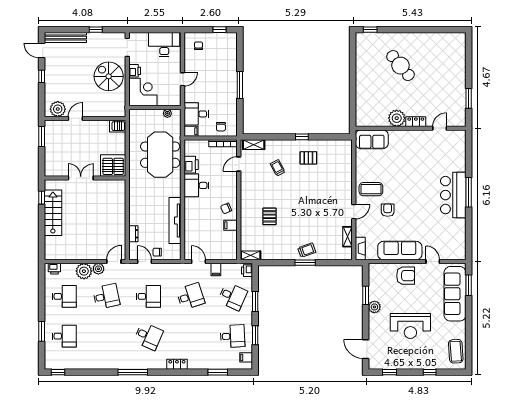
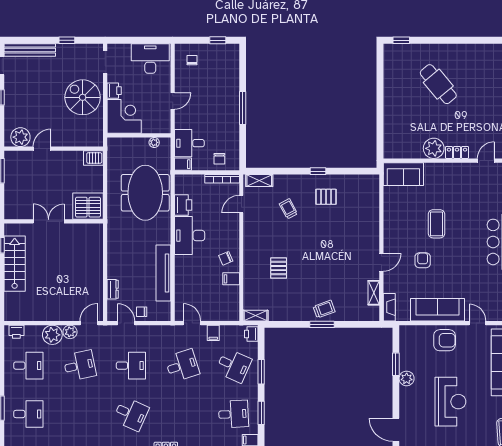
desk: (196, 185) -> (190, 236), width x1.37
coffee table: (371, 189) -> (436, 224), moved, turned 90
reception desk: (410, 326) -> (450, 402), turned -90

